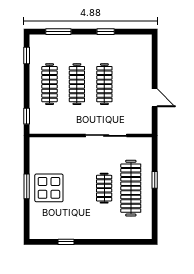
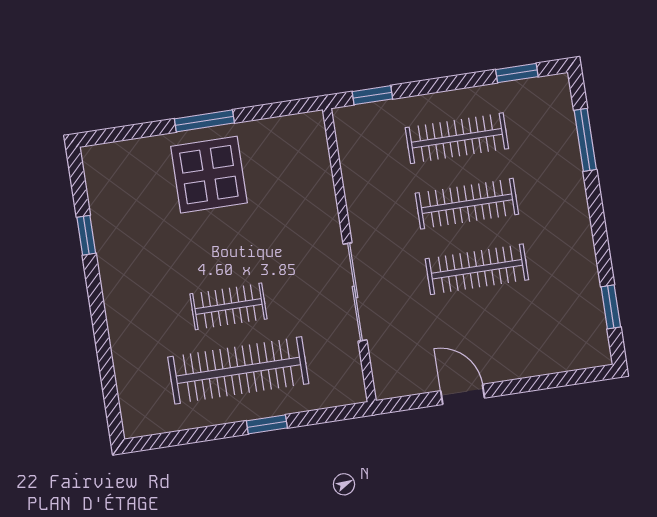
window: (106, 32) -> (611, 307), moved
door: (155, 98) -> (463, 394), swing flipped

